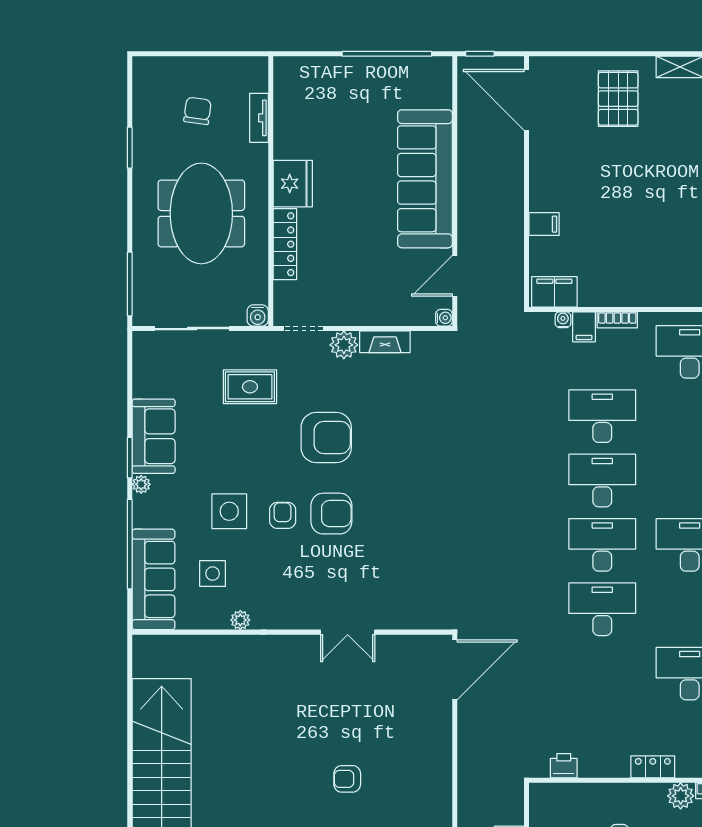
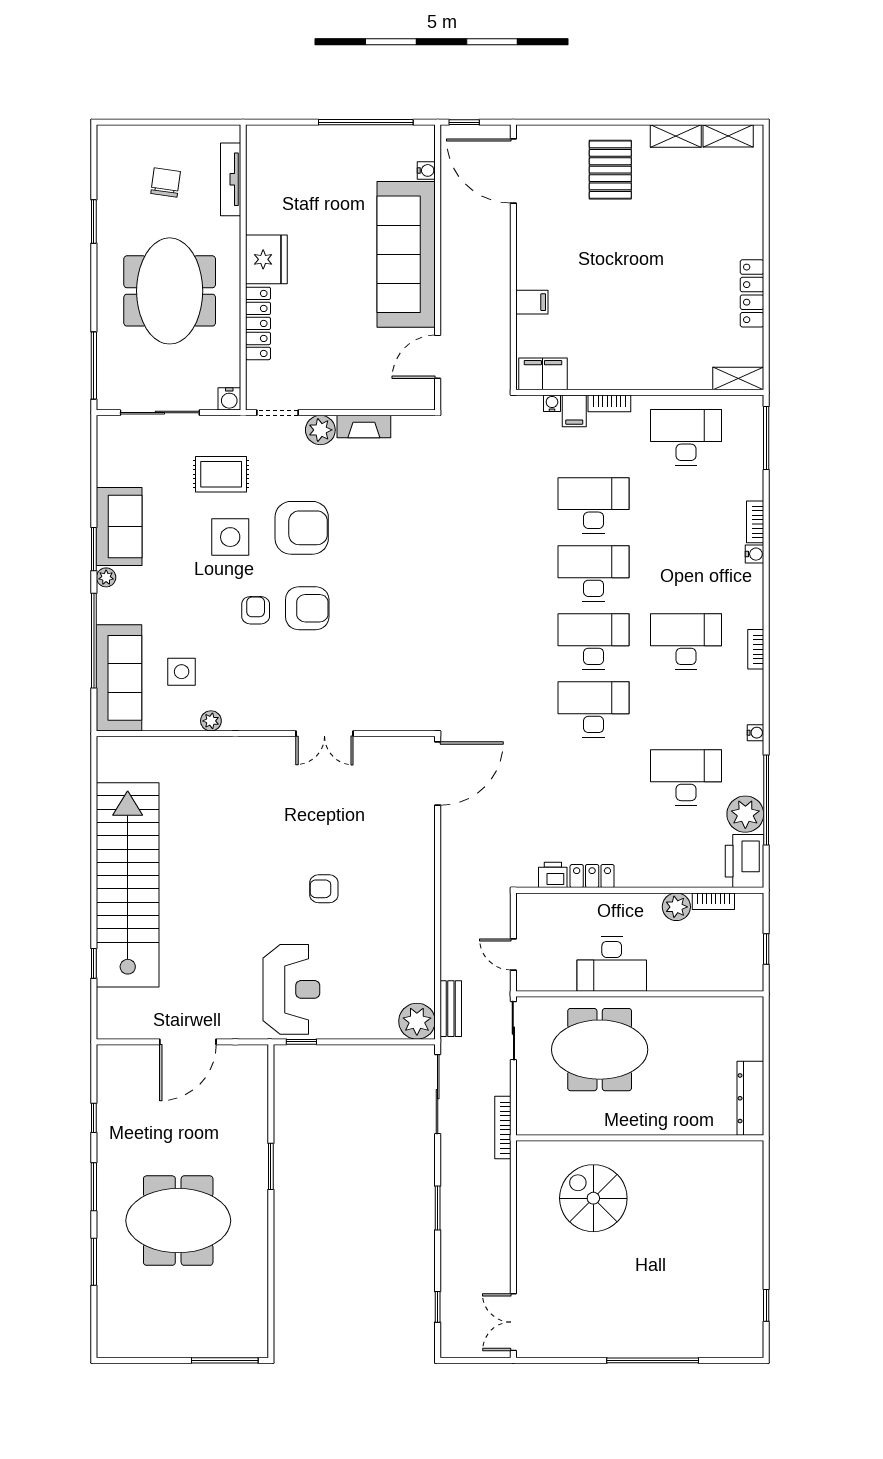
tv unit: (259, 118) -> (231, 179), width x1.41
water cooler: (444, 318) -> (426, 170), moved
side table: (229, 511) -> (230, 537), moved
locker: (653, 767) -> (592, 876), moved

